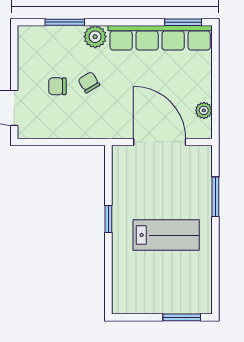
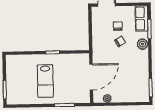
row of seats: (160, 38) -> (142, 18), moved, width x0.50

